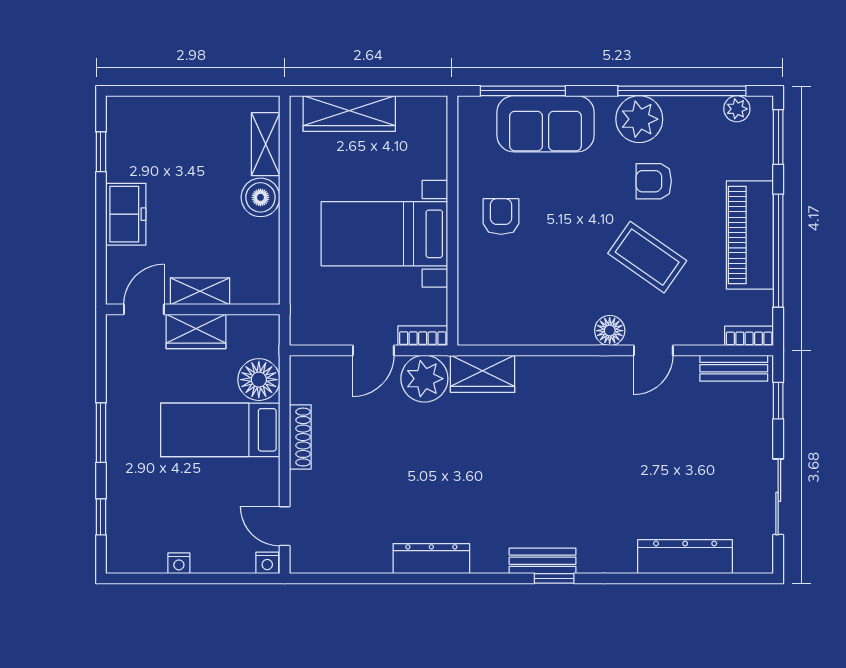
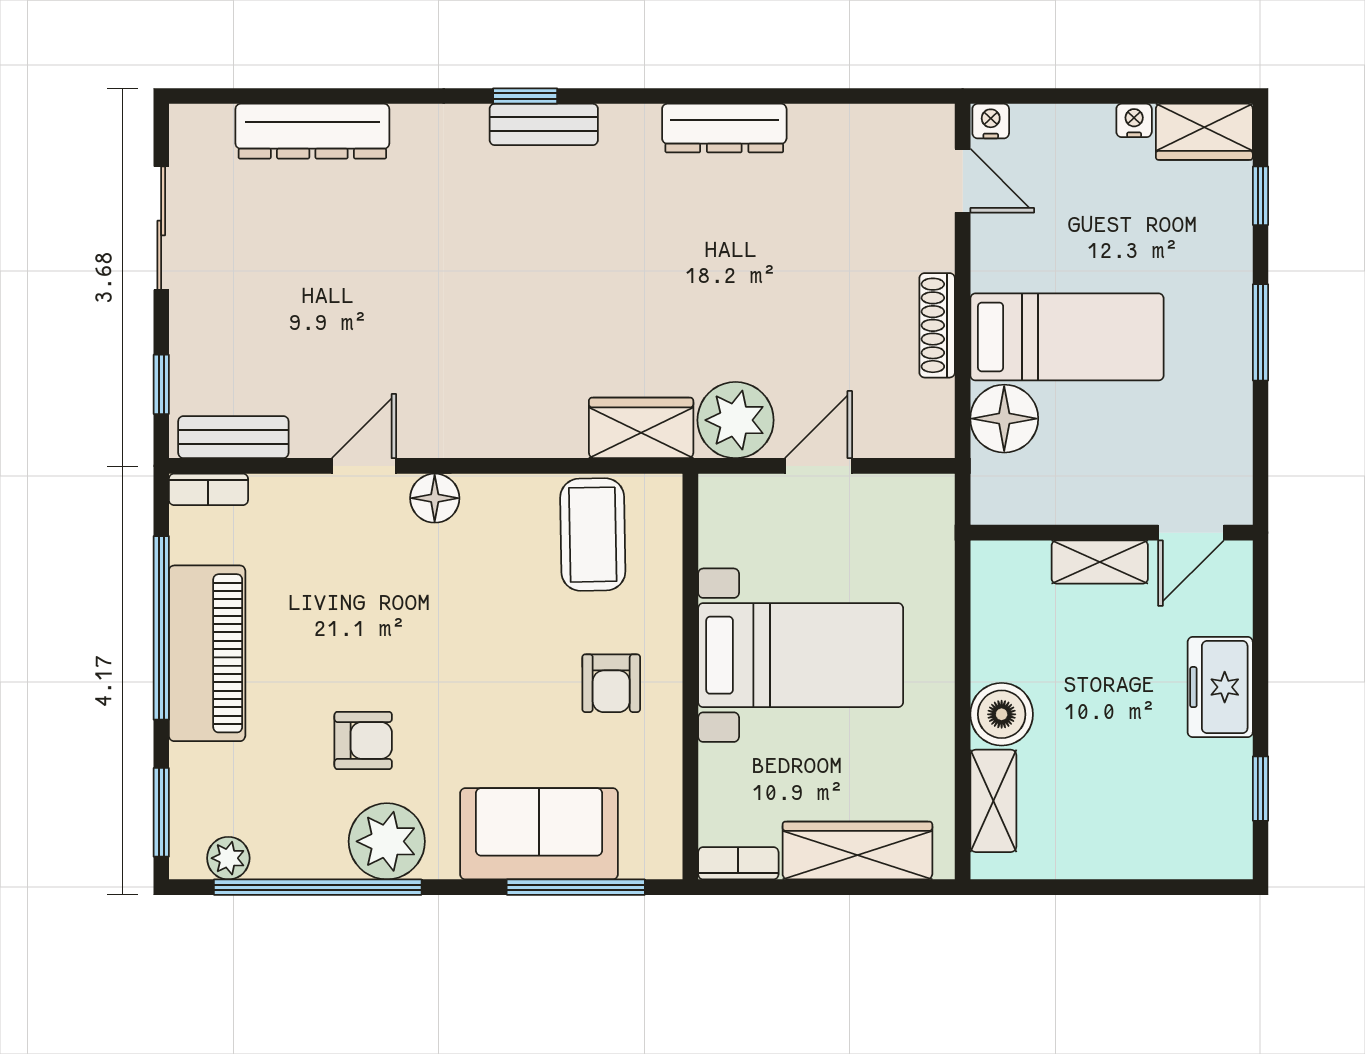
coffee table: (647, 257) -> (593, 535), moved, turned 54
wardrobe: (196, 331) -> (1204, 132), moved, turned 180
bookcase: (423, 336) -> (738, 863), moved, turned 180

